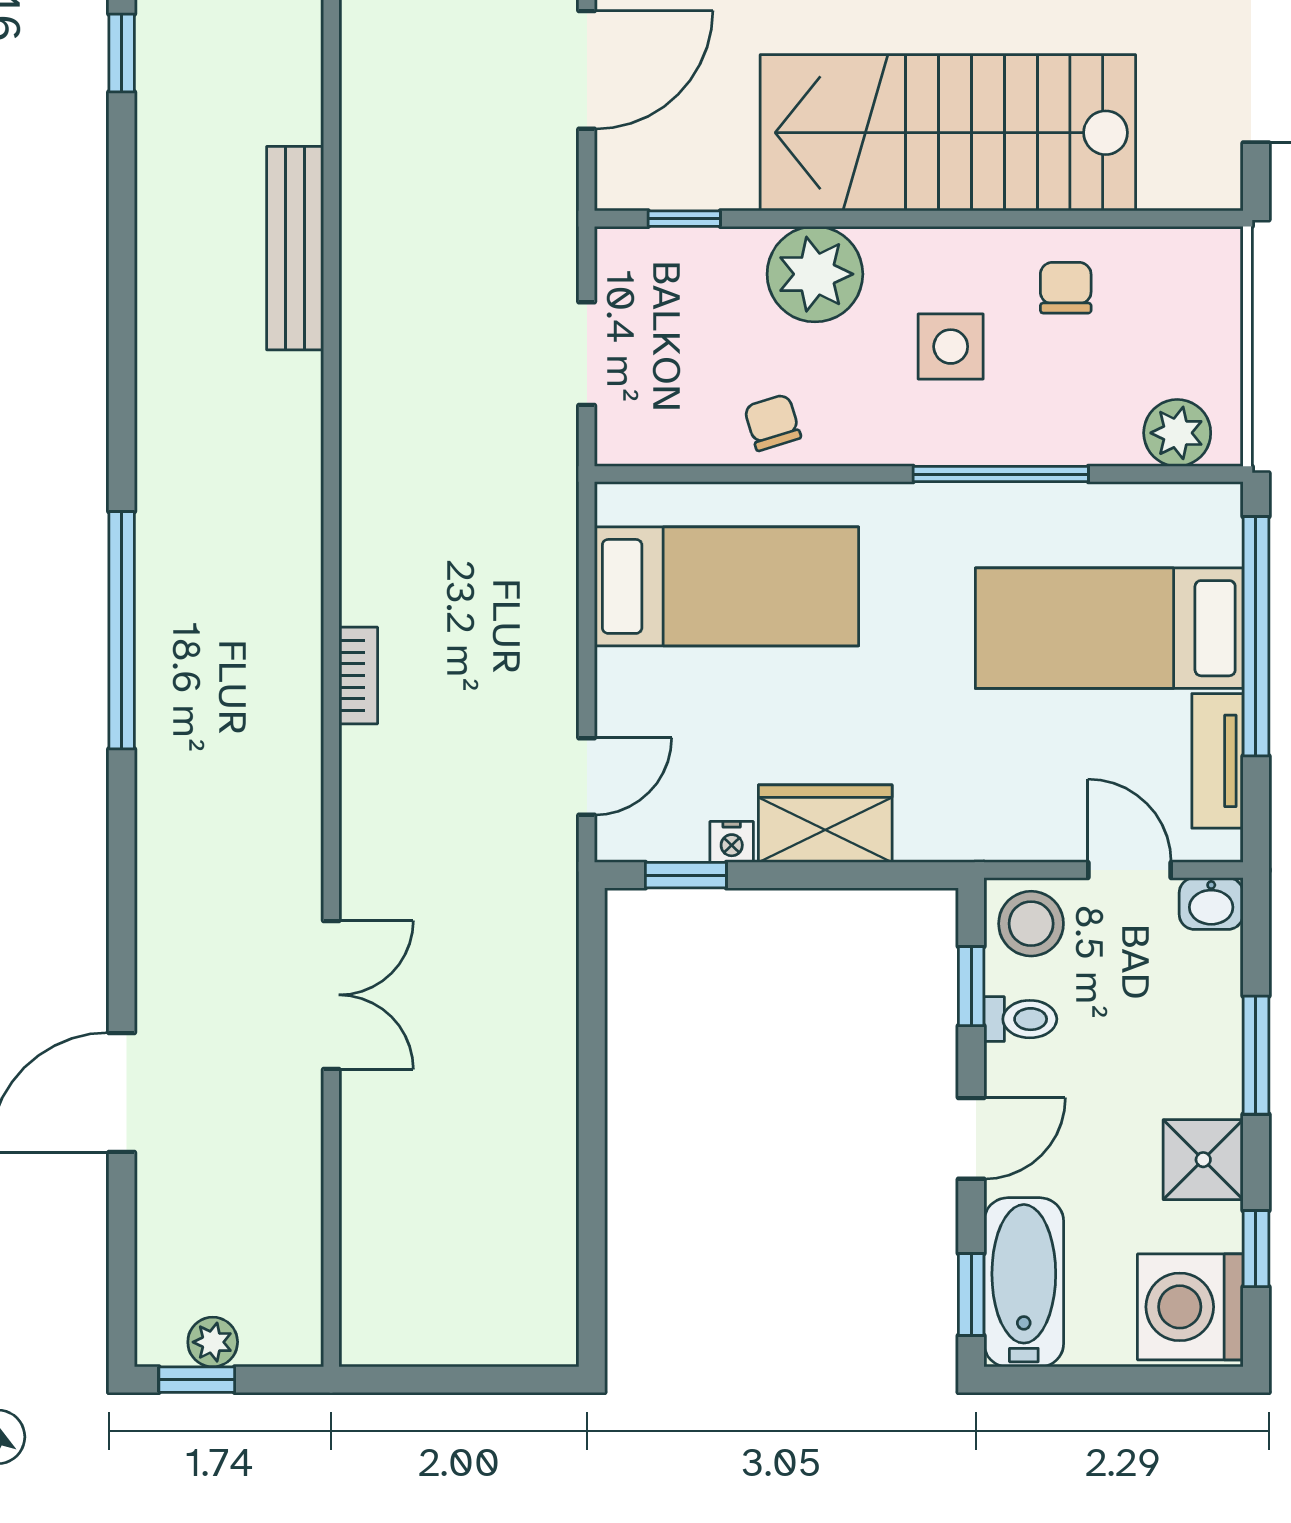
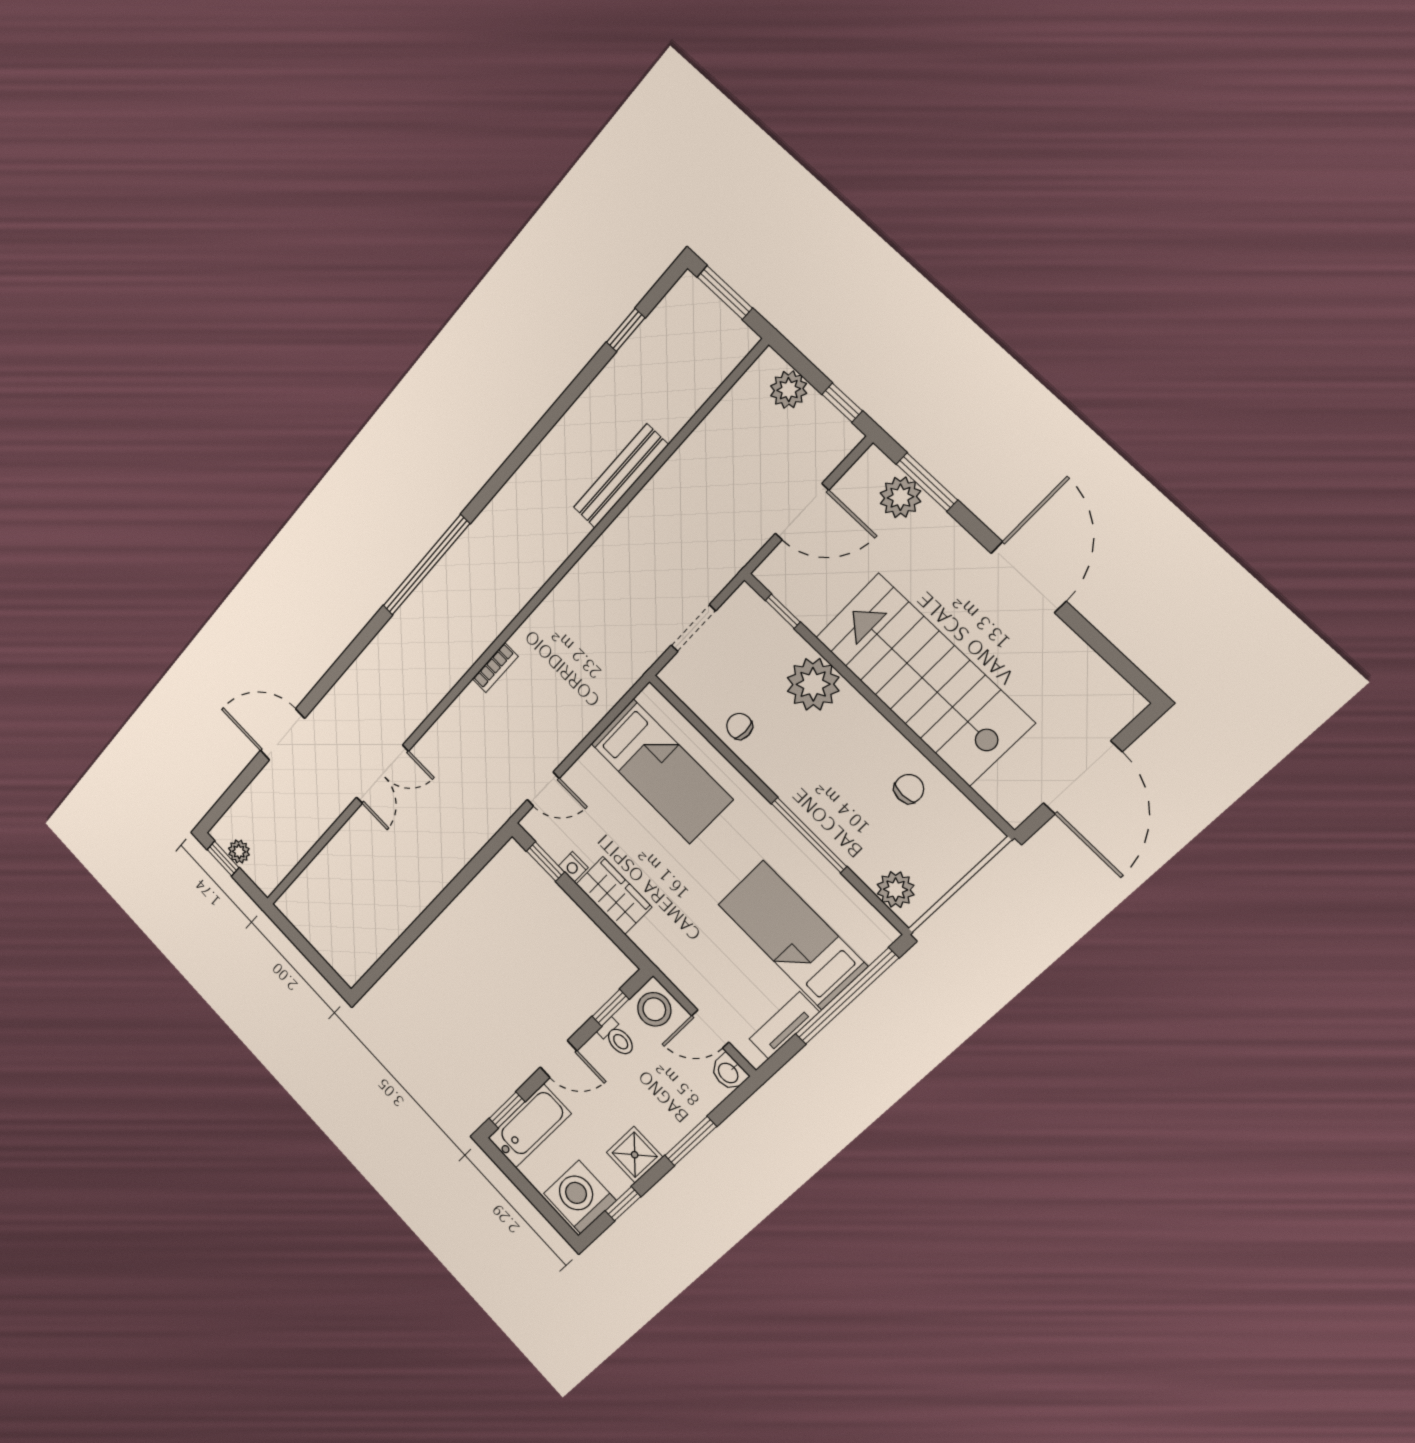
side table: (951, 347) -> (839, 766), removed
chair: (772, 422) -> (739, 726), turned -73
door: (1130, 870) -> (710, 1029), swing flipped

